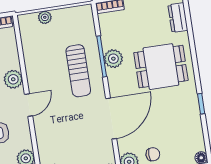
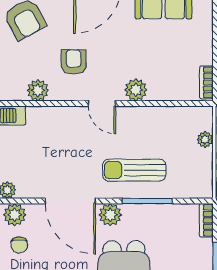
plant: (113, 59) -> (110, 215), moved

